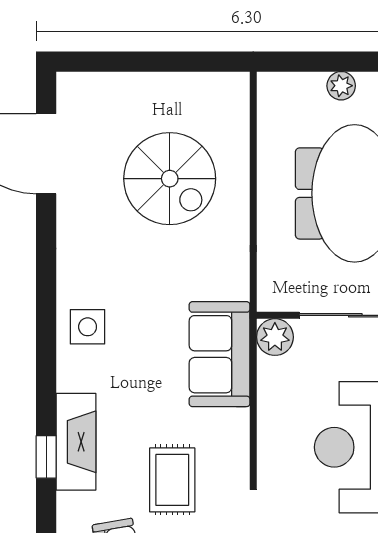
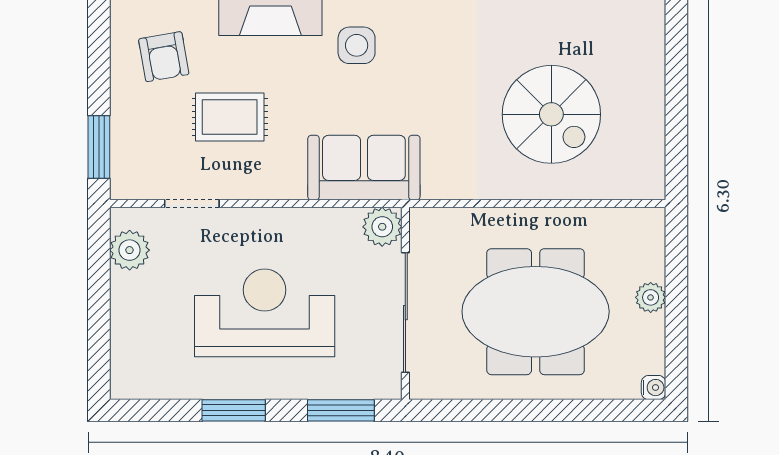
spiral stairs: (170, 179) -> (551, 114), turned -90
side table: (88, 327) -> (357, 45), moved

